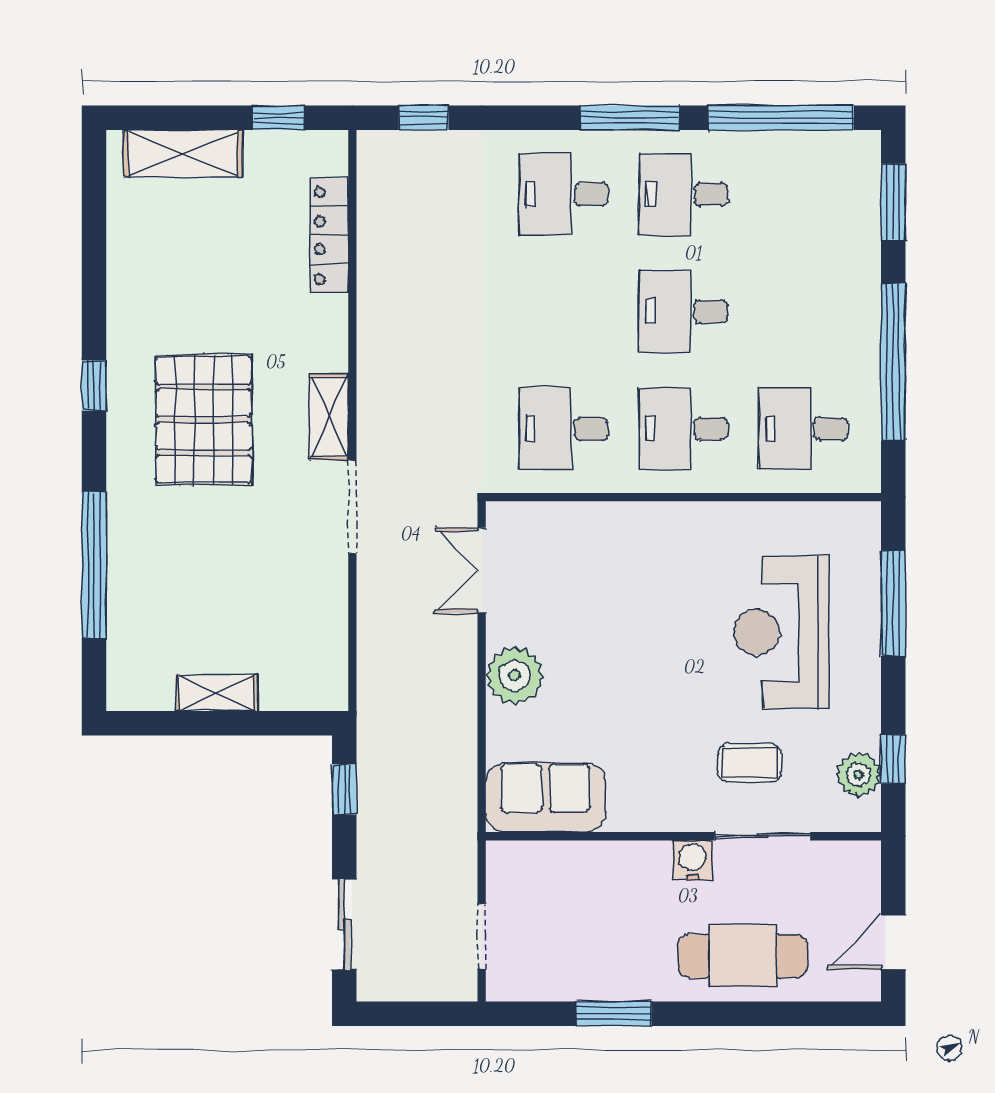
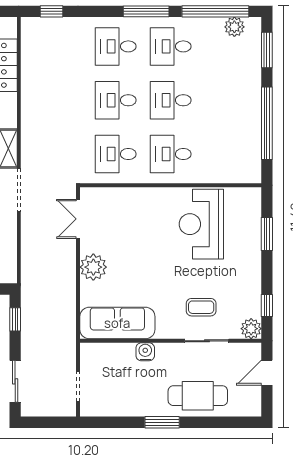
plant: (823, 152) -> (234, 27), added
desk: (803, 429) -> (116, 100), moved
window: (893, 603) -> (267, 234), width x0.69
reception desk: (782, 632) -> (201, 224), moved
plant: (859, 775) -> (251, 329), moved
sofa: (546, 797) -> (117, 323), width x1.36
water cooler: (692, 860) -> (145, 352), moved
door: (893, 942) -> (267, 373), moved
window: (614, 1014) -> (162, 422), moved

